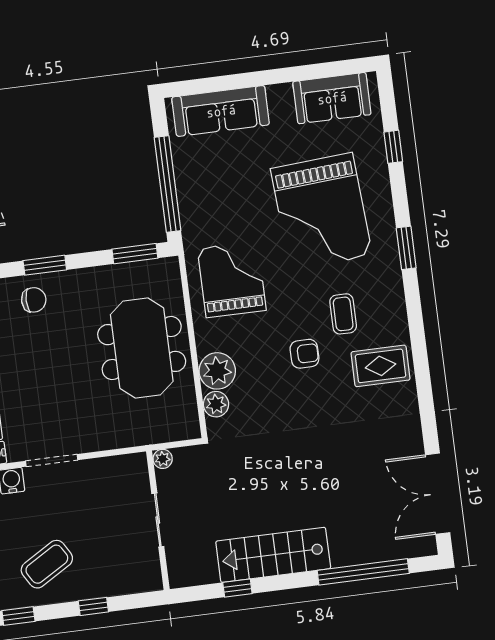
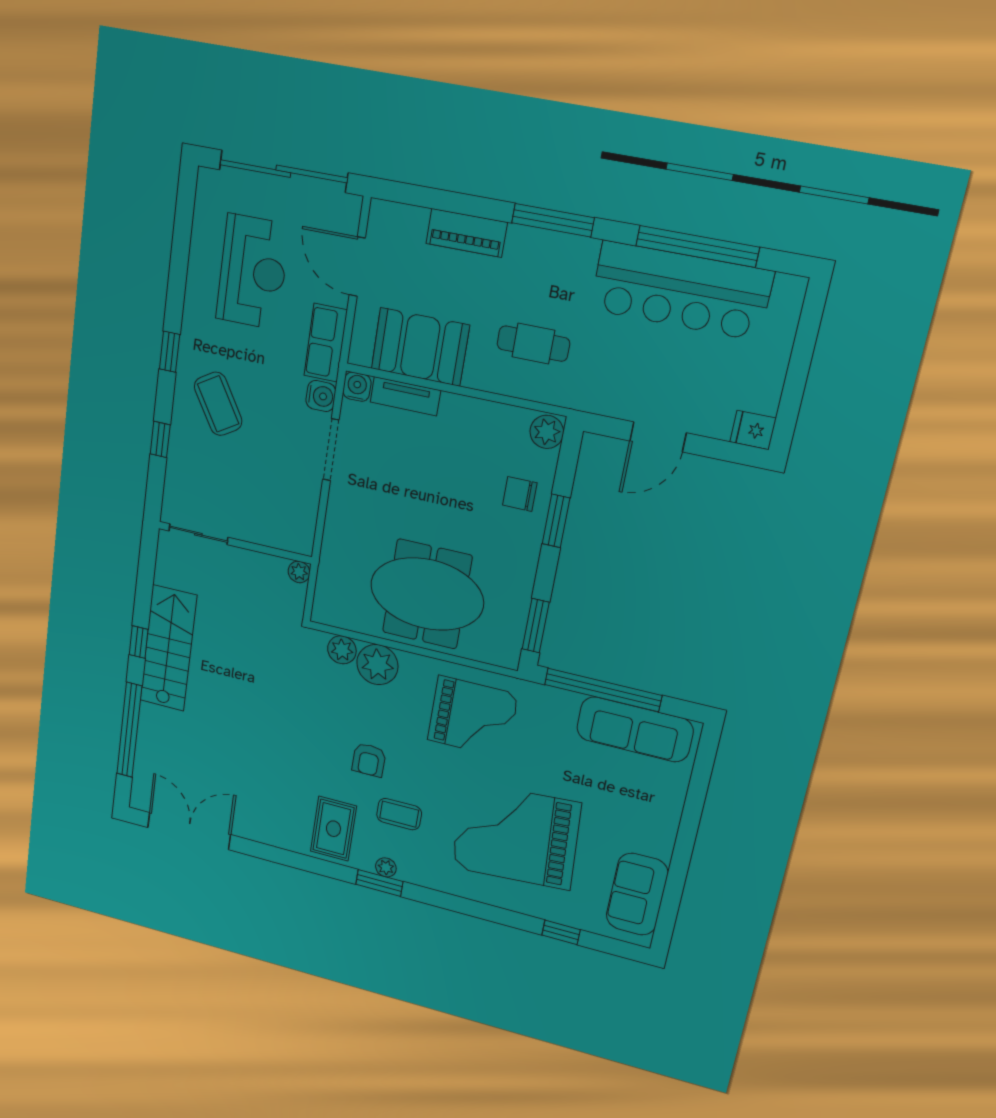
sofa: (221, 111) -> (635, 729), moved, turned -90
window: (406, 248) -> (379, 883), moved
chair: (34, 300) -> (520, 494), turned 90
plant: (397, 311) -> (386, 867), added
sliding door: (158, 520) -> (198, 534), moved
window: (237, 588) -> (139, 642), moved

